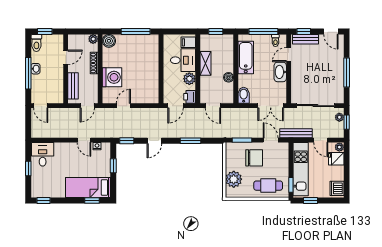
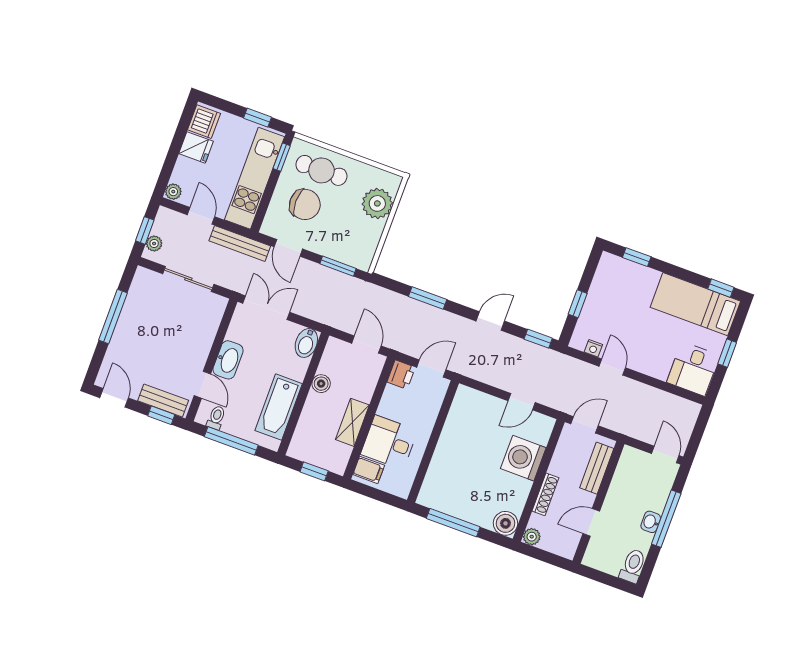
window: (45, 31) -> (611, 581), removed
door: (289, 55) -> (202, 385), hinge flipped
plant: (189, 79) -> (390, 406), removed
sliding door: (315, 106) -> (188, 279), width x0.73
chair: (254, 158) -> (305, 204), moved, turned 180
fridge: (336, 159) -> (196, 147), moved
bed: (88, 187) -> (695, 304), moved, turned 180

